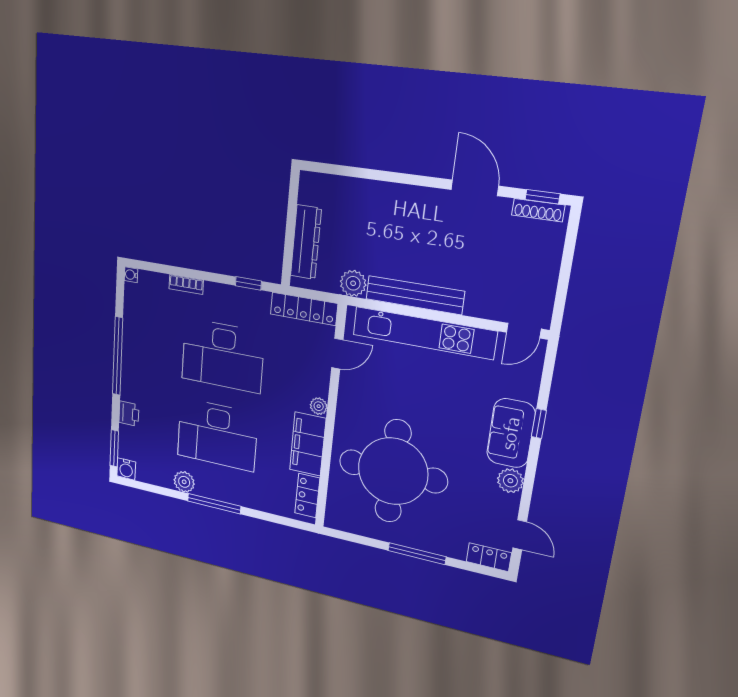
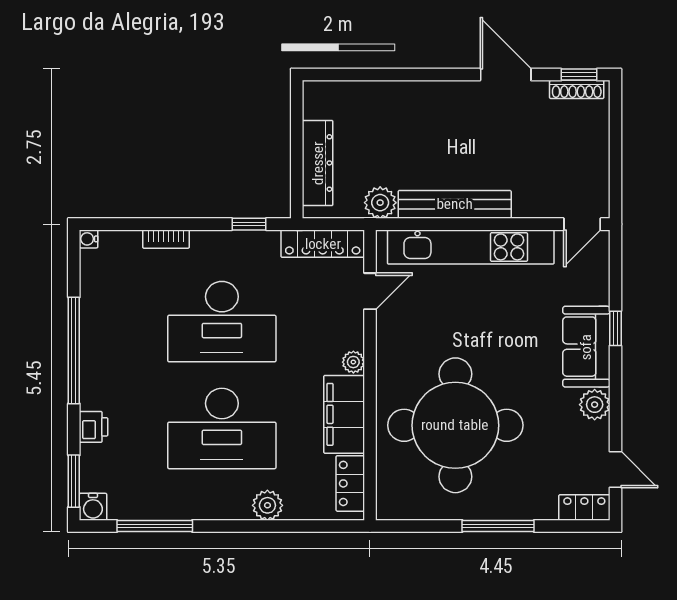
plant: (184, 482) -> (267, 505), moved
window: (214, 504) -> (155, 526), moved

